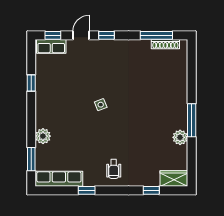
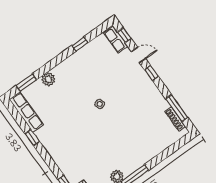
wheelchair: (114, 169) -> (61, 146), removed

